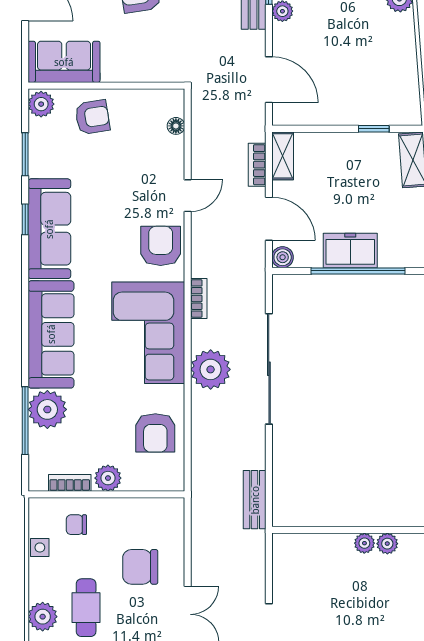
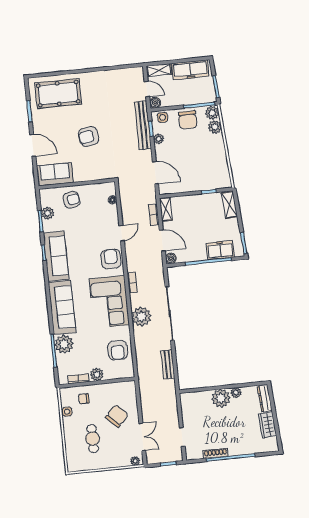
plant: (41, 104) -> (48, 213), moved
freezer: (350, 250) -> (220, 250), moved
bench: (255, 500) -> (168, 364), moved
plant: (364, 543) -> (221, 398), width x1.87, depth x1.87
chair: (140, 567) -> (117, 416), turned 134
plant: (43, 617) -> (72, 445), removed

